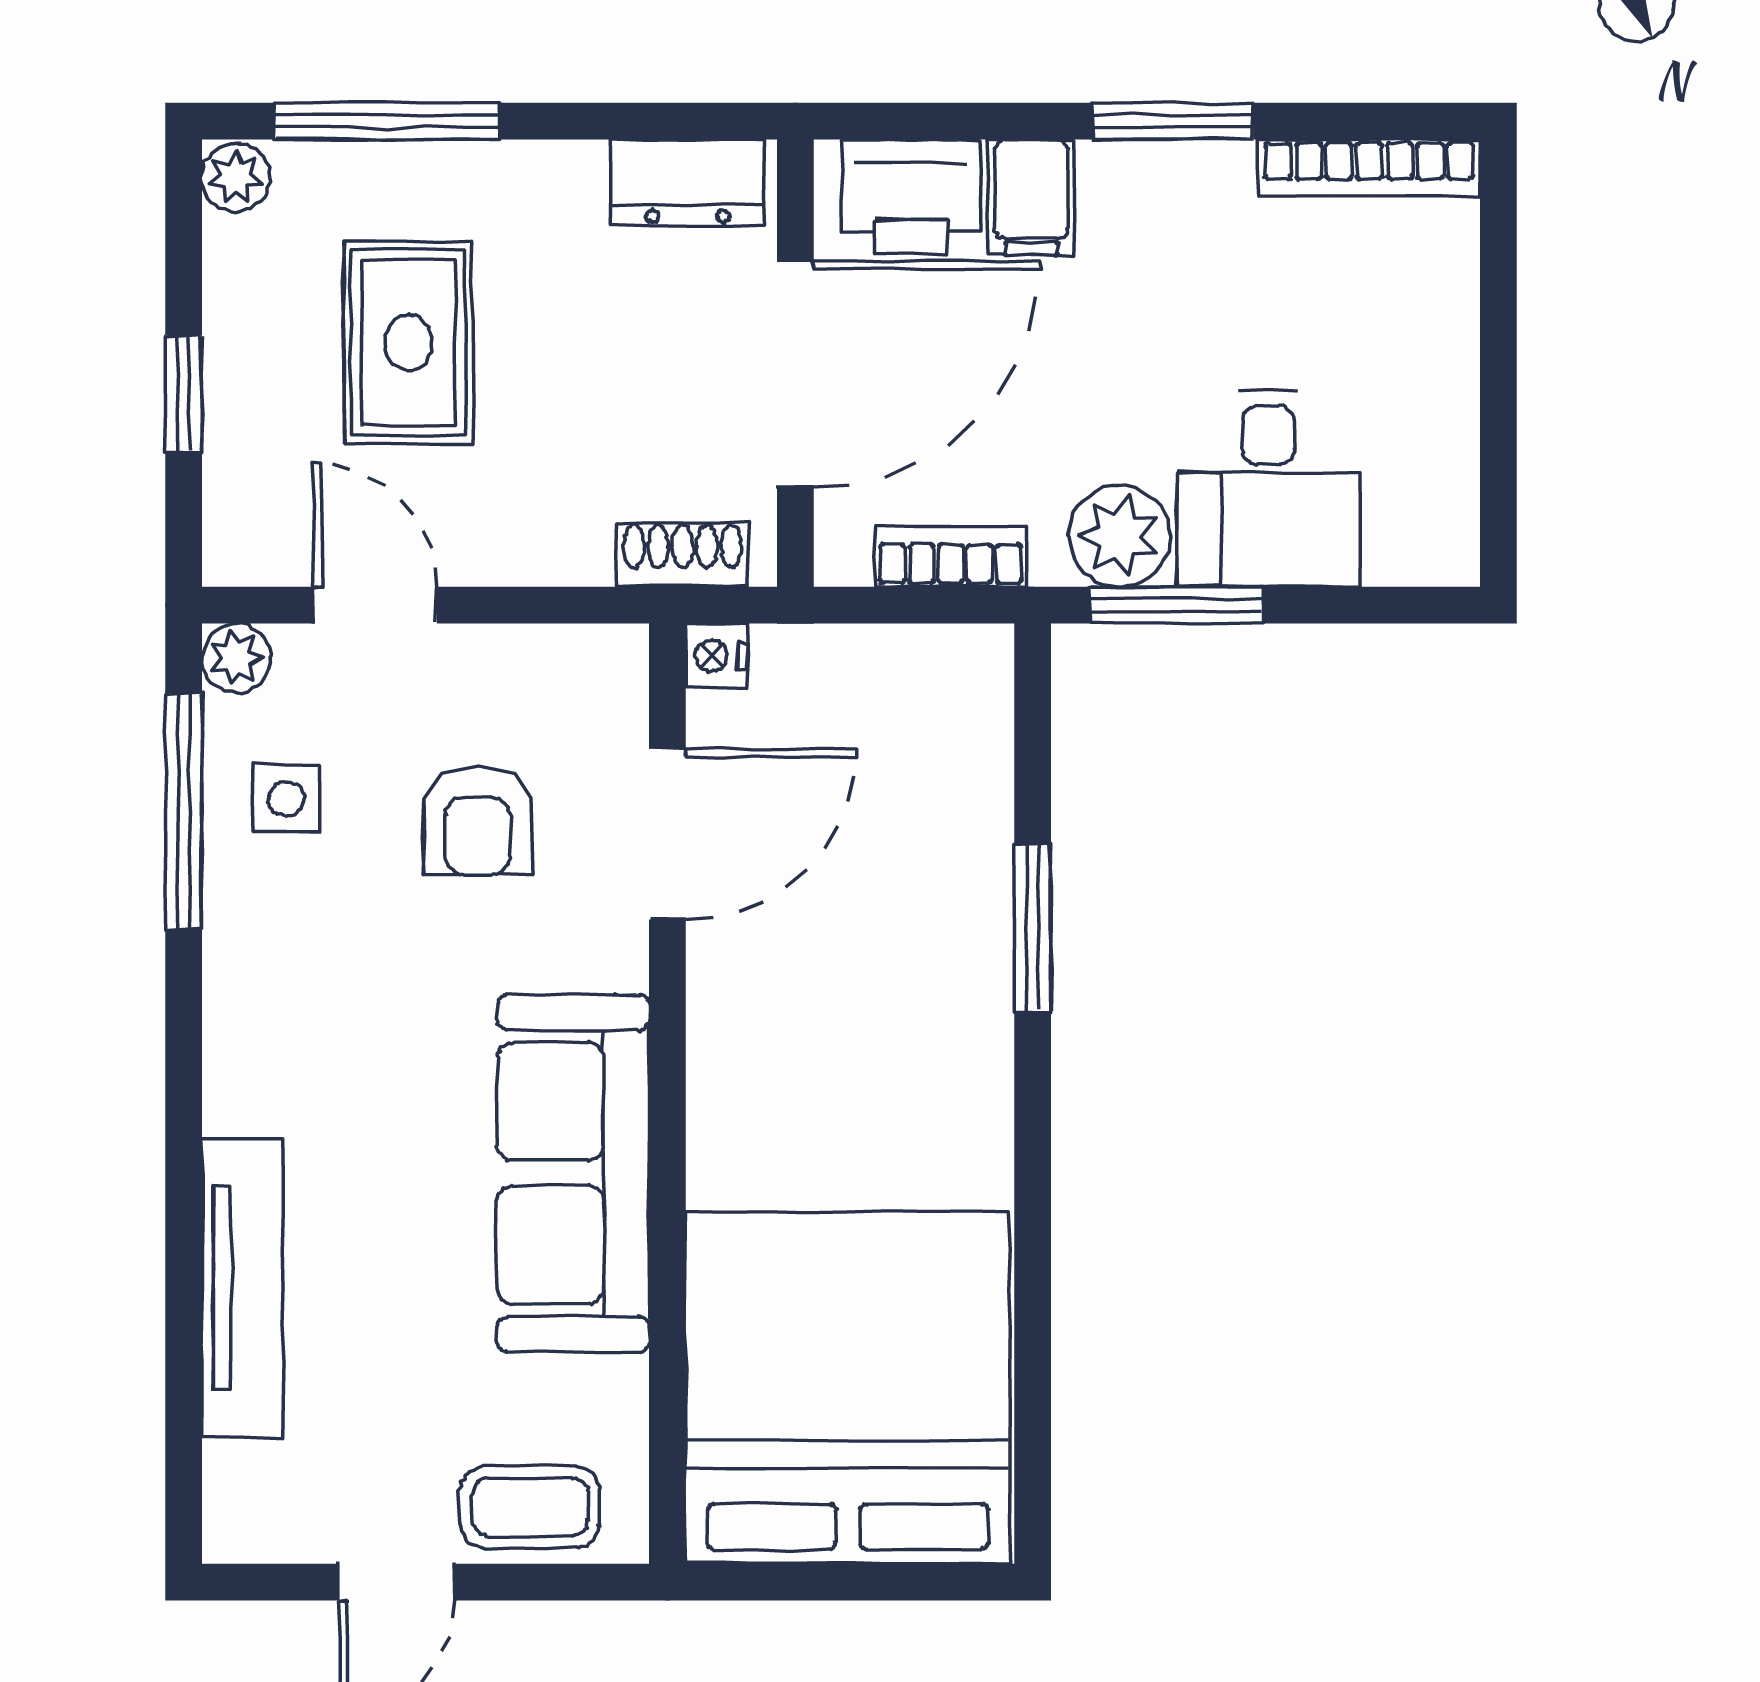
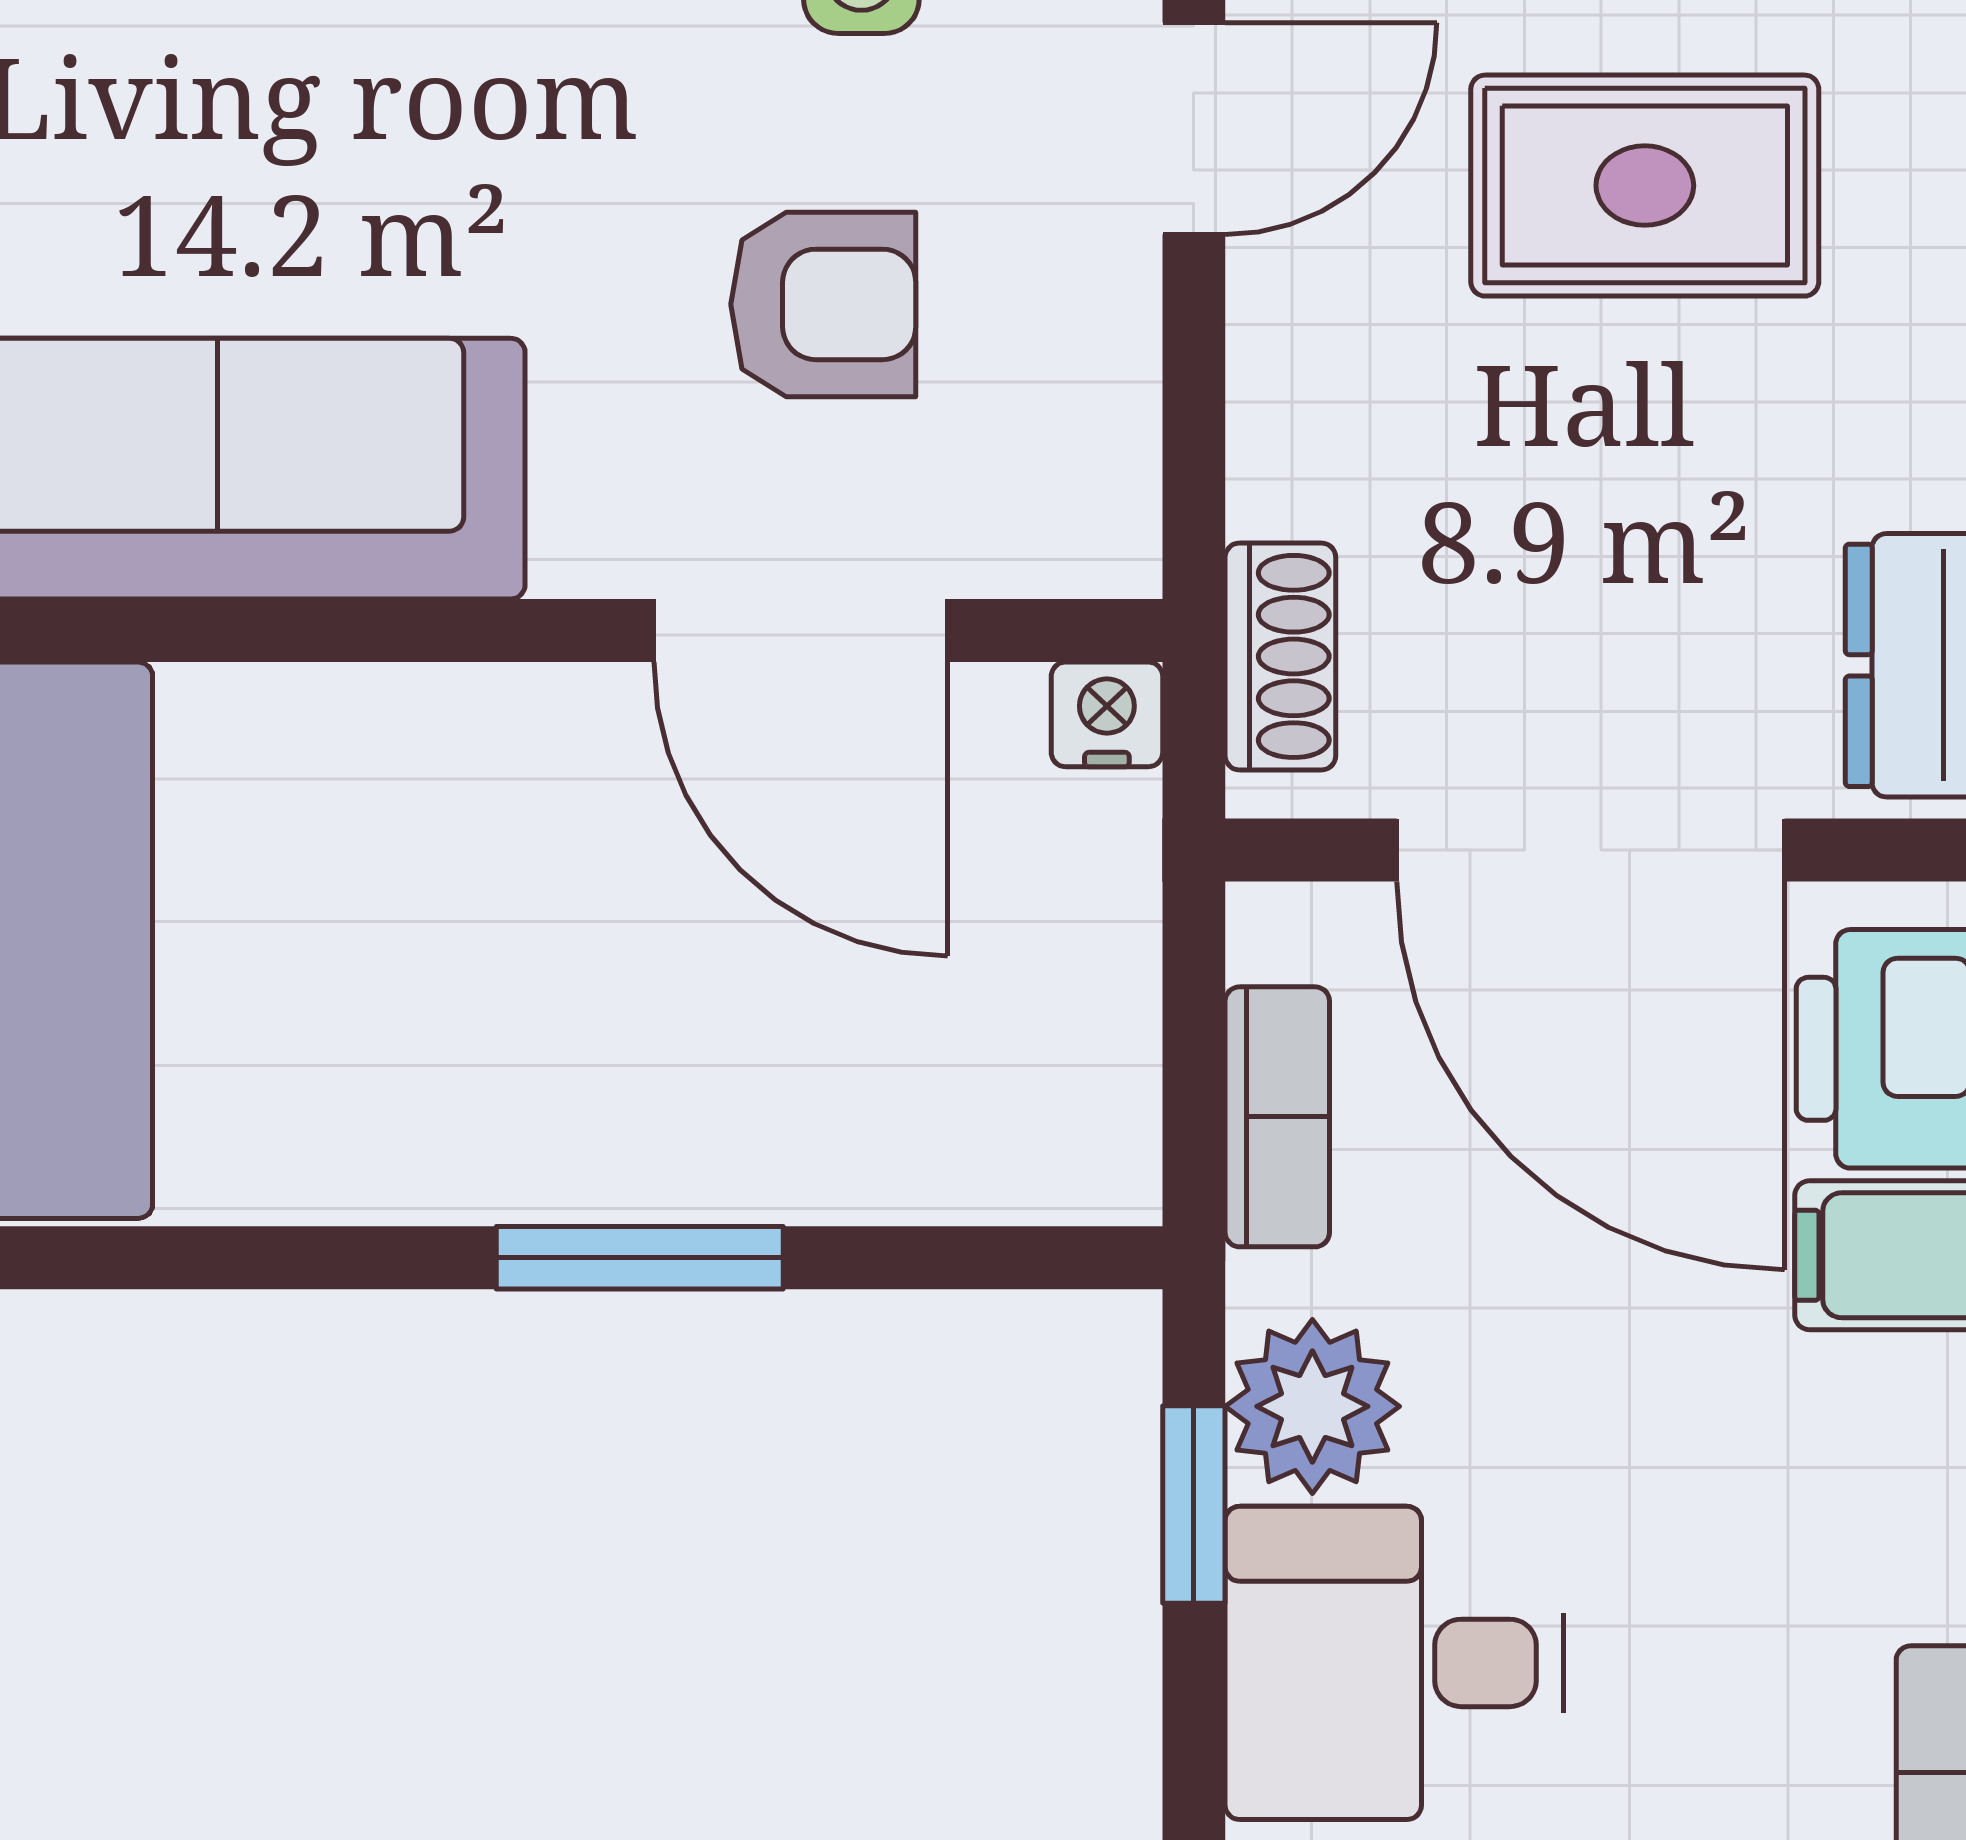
window: (1176, 605) -> (1194, 1504), width x0.67
armchair: (478, 821) -> (823, 304), turned 180

